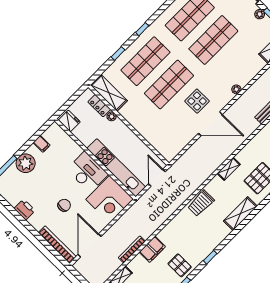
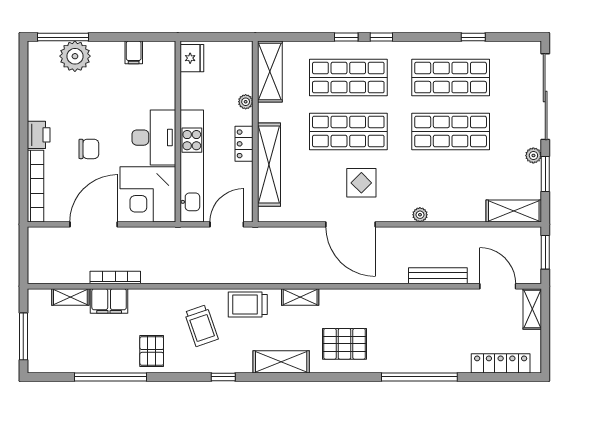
window: (118, 53) -> (346, 37), moved
locker: (99, 106) -> (244, 144), moved
shelving: (149, 133) -> (269, 165), added
plant: (26, 163) -> (75, 56), moved
shelving: (229, 169) -> (300, 297), moved
printer: (25, 209) -> (39, 135), moved
trolley: (190, 233) -> (201, 326), added
door: (90, 246) -> (94, 224), moved
filing cabinet: (152, 249) -> (109, 301), moved
window: (210, 257) -> (223, 377), moved

